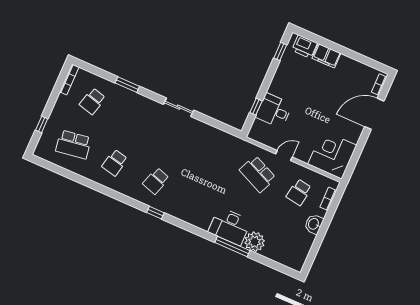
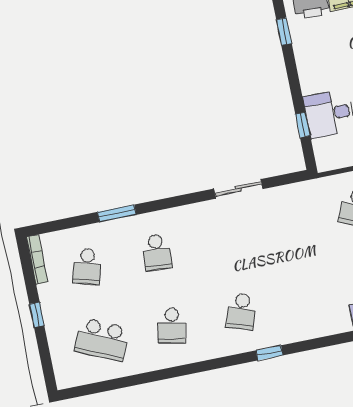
sliding door: (179, 107) -> (238, 189), moved
school desk: (134, 119) -> (157, 252), added
window: (42, 124) -> (37, 315), moved
school desk: (73, 144) -> (102, 340), turned 33

